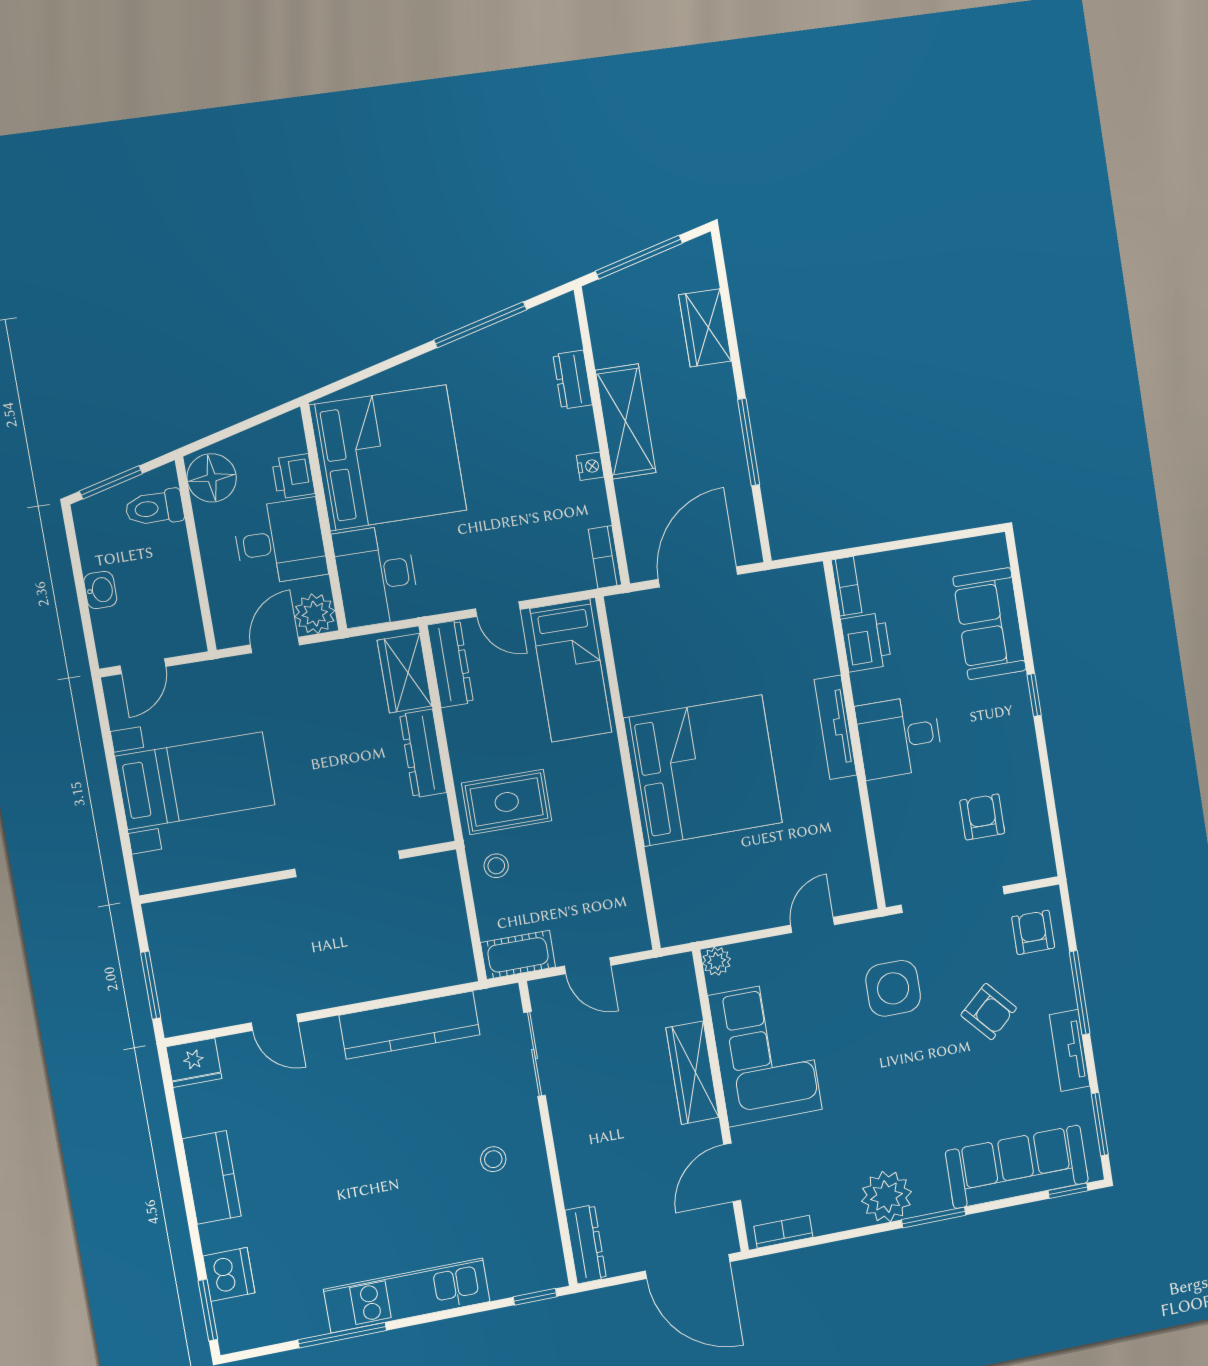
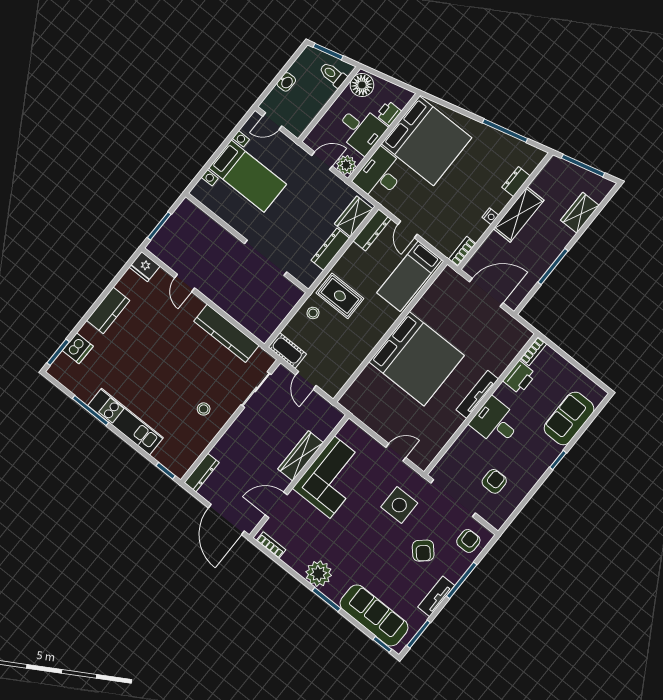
plant: (717, 961) -> (350, 428), removed

